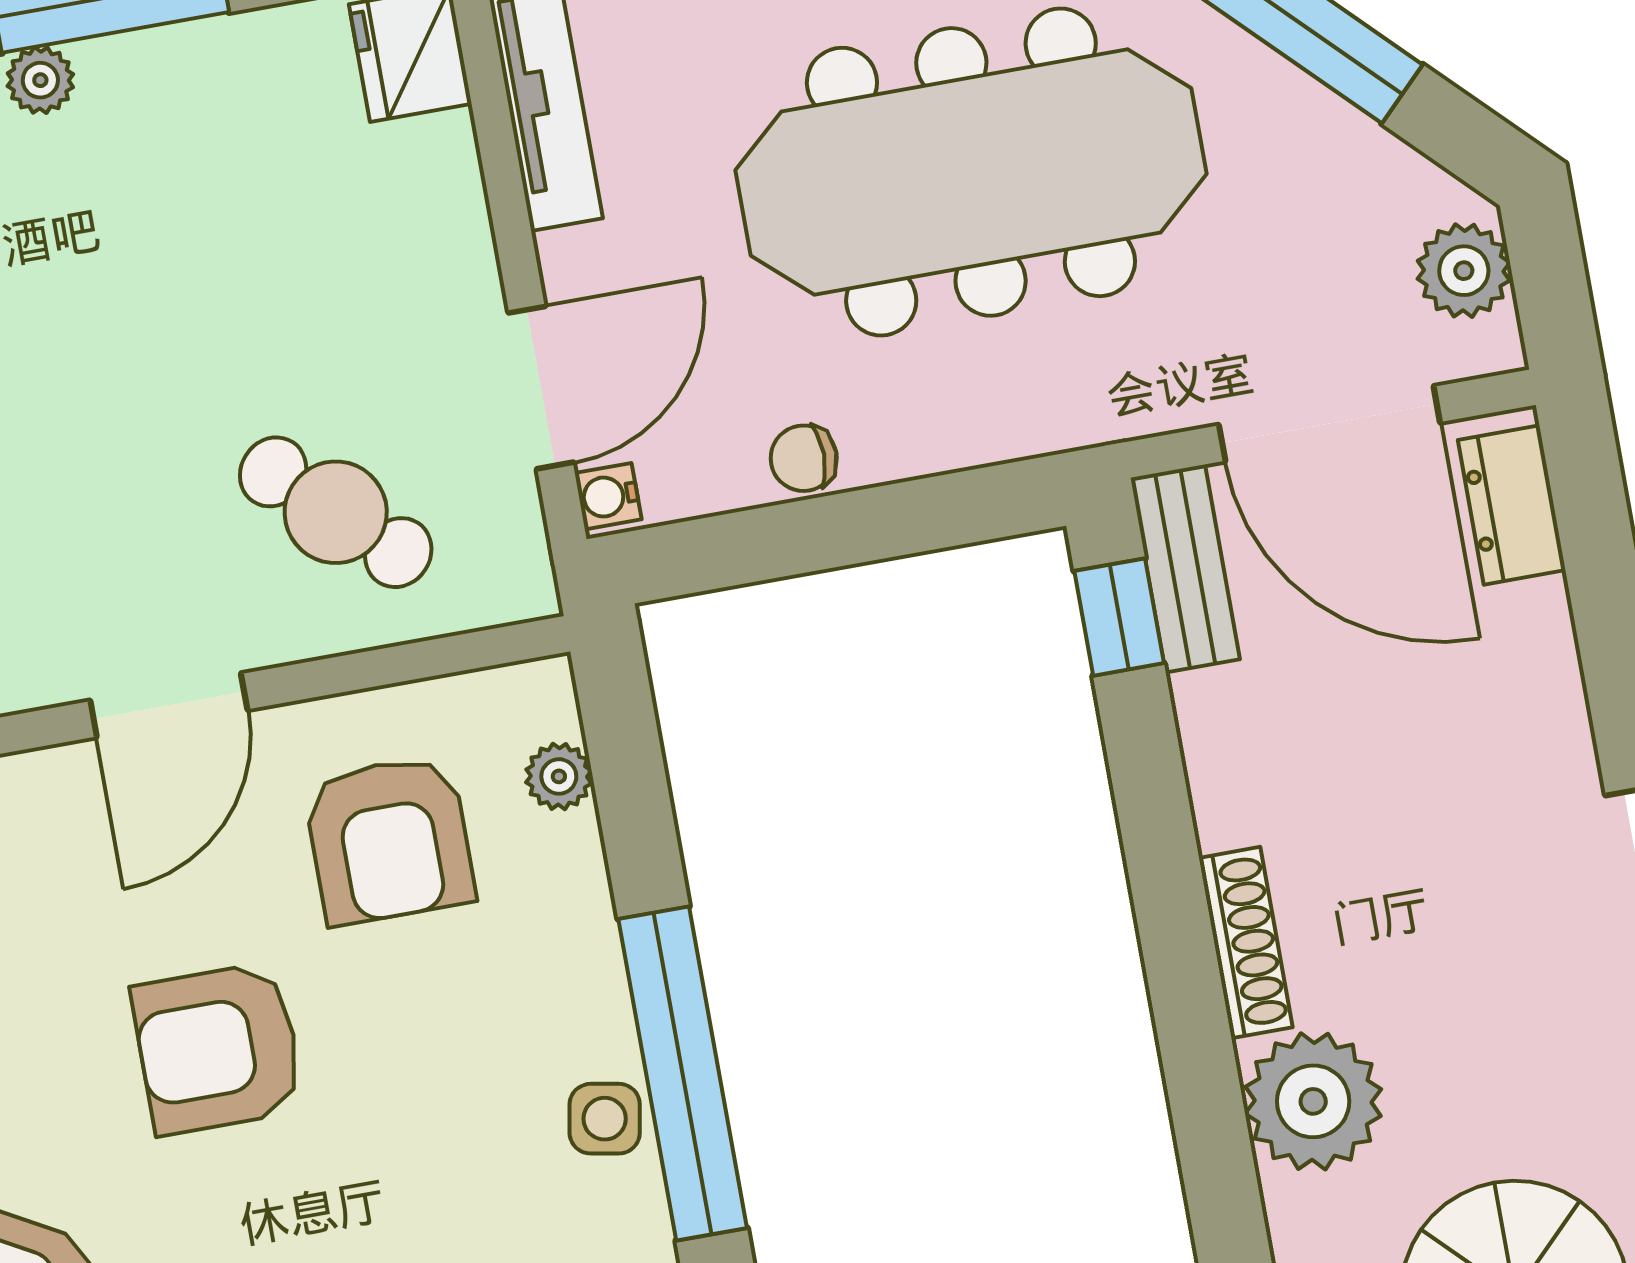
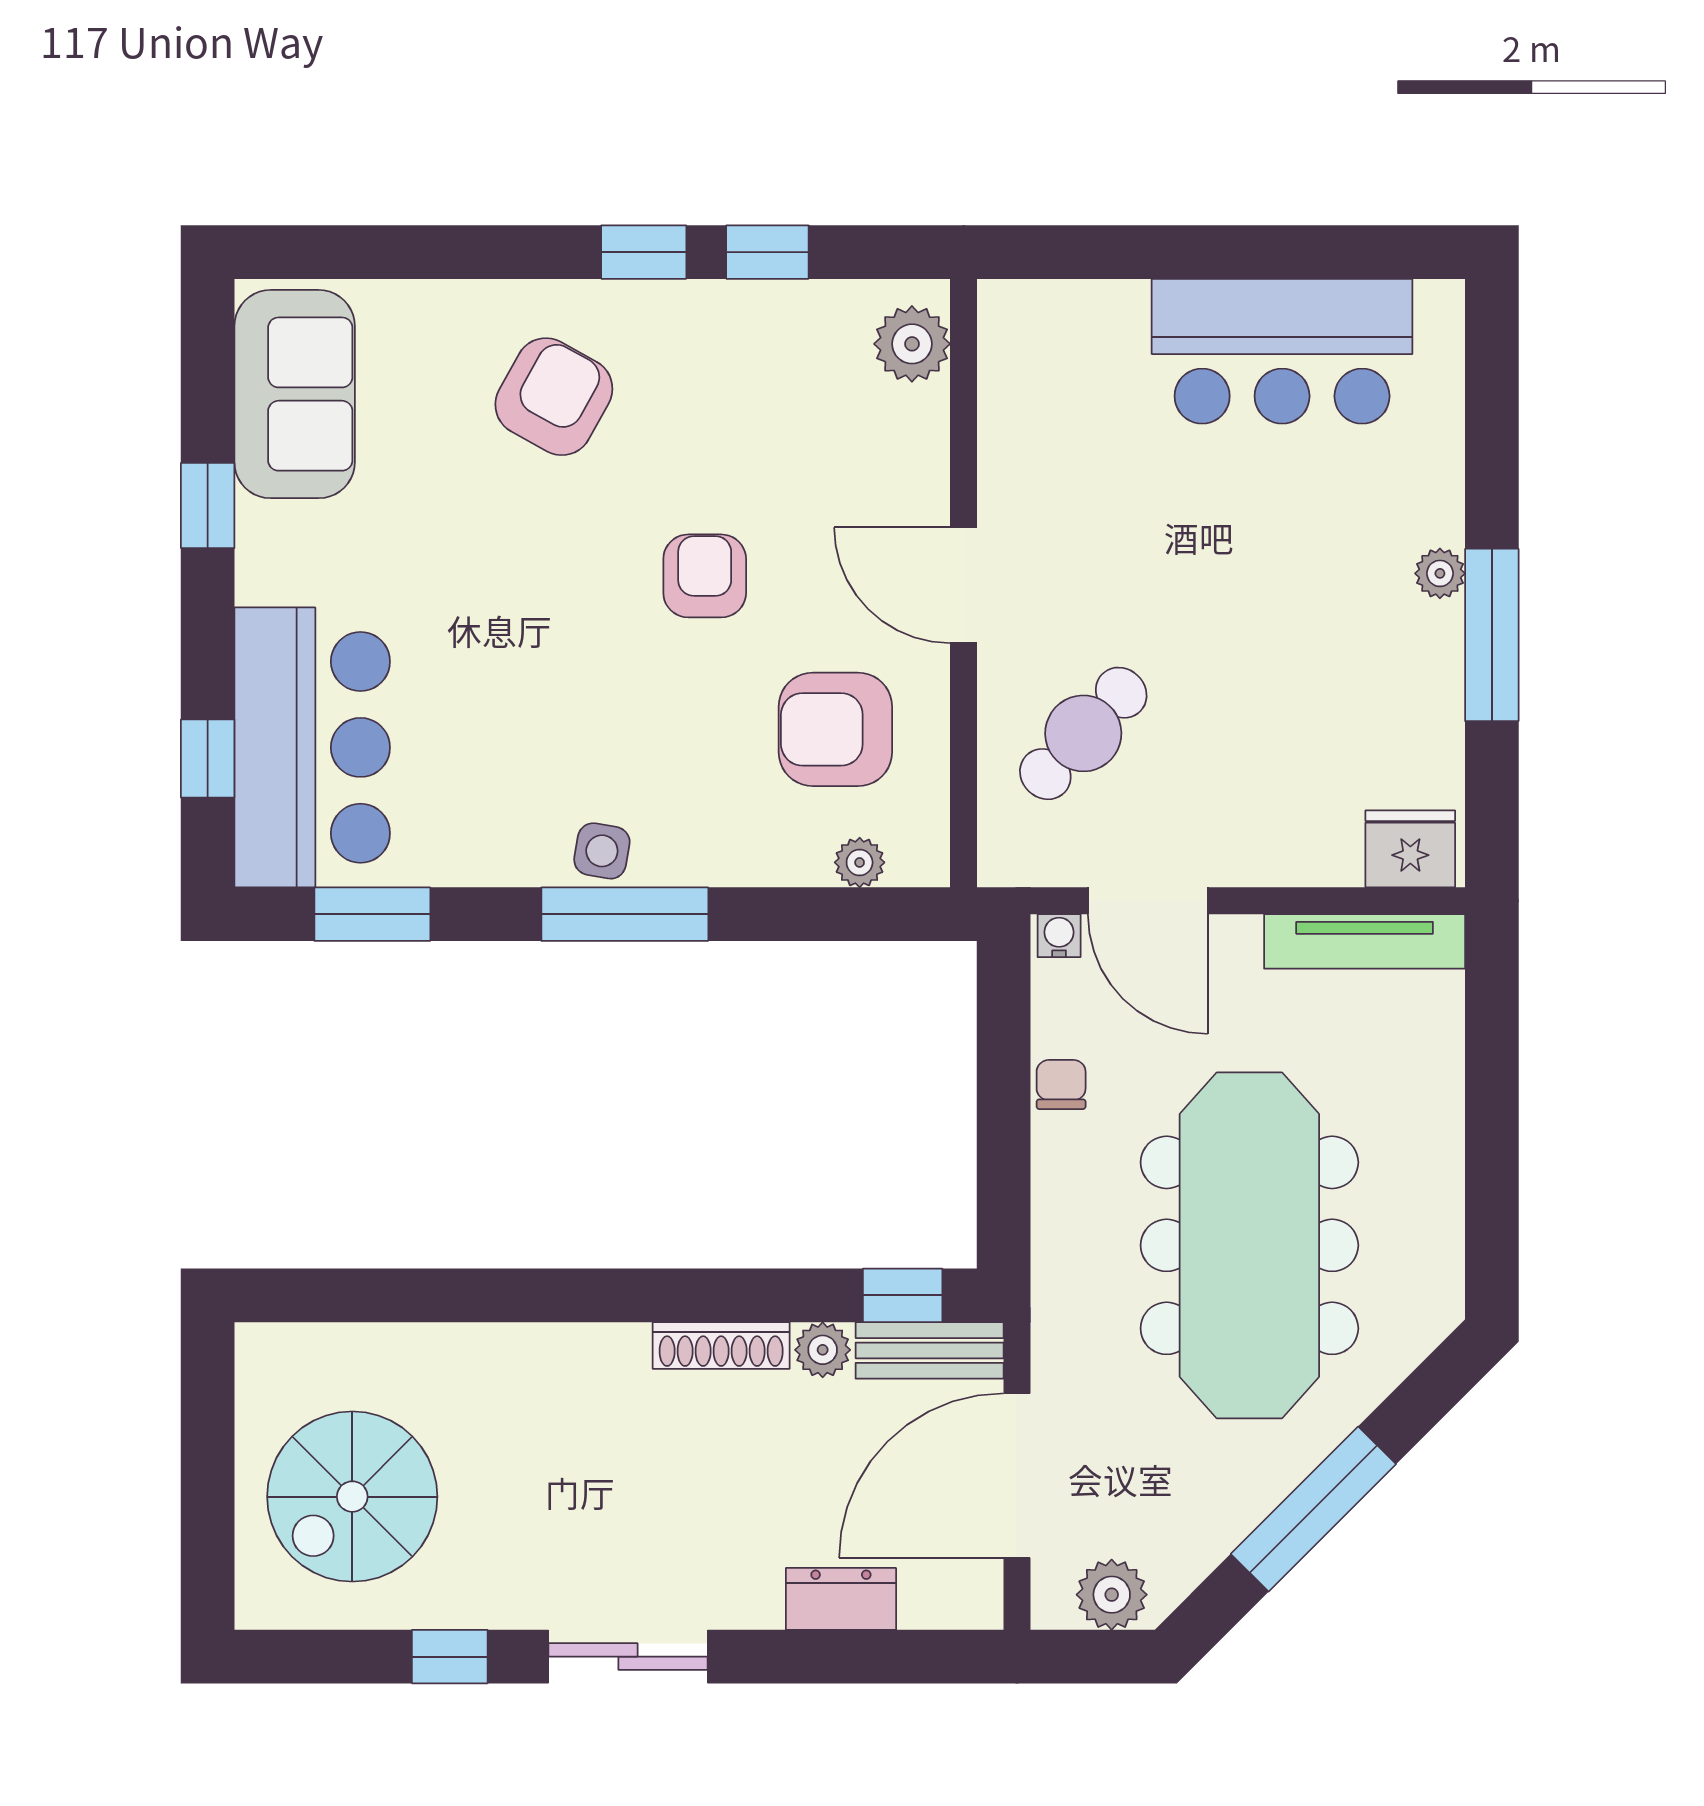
dresser: (1512, 505) -> (841, 1599), moved
shoe rack: (1246, 943) -> (721, 1345), moved
armchair: (218, 1048) -> (705, 576), width x0.72, depth x0.72
window: (683, 1073) -> (625, 914), width x0.68
plant: (1313, 1101) -> (823, 1350), moved, width x0.53, depth x0.53

